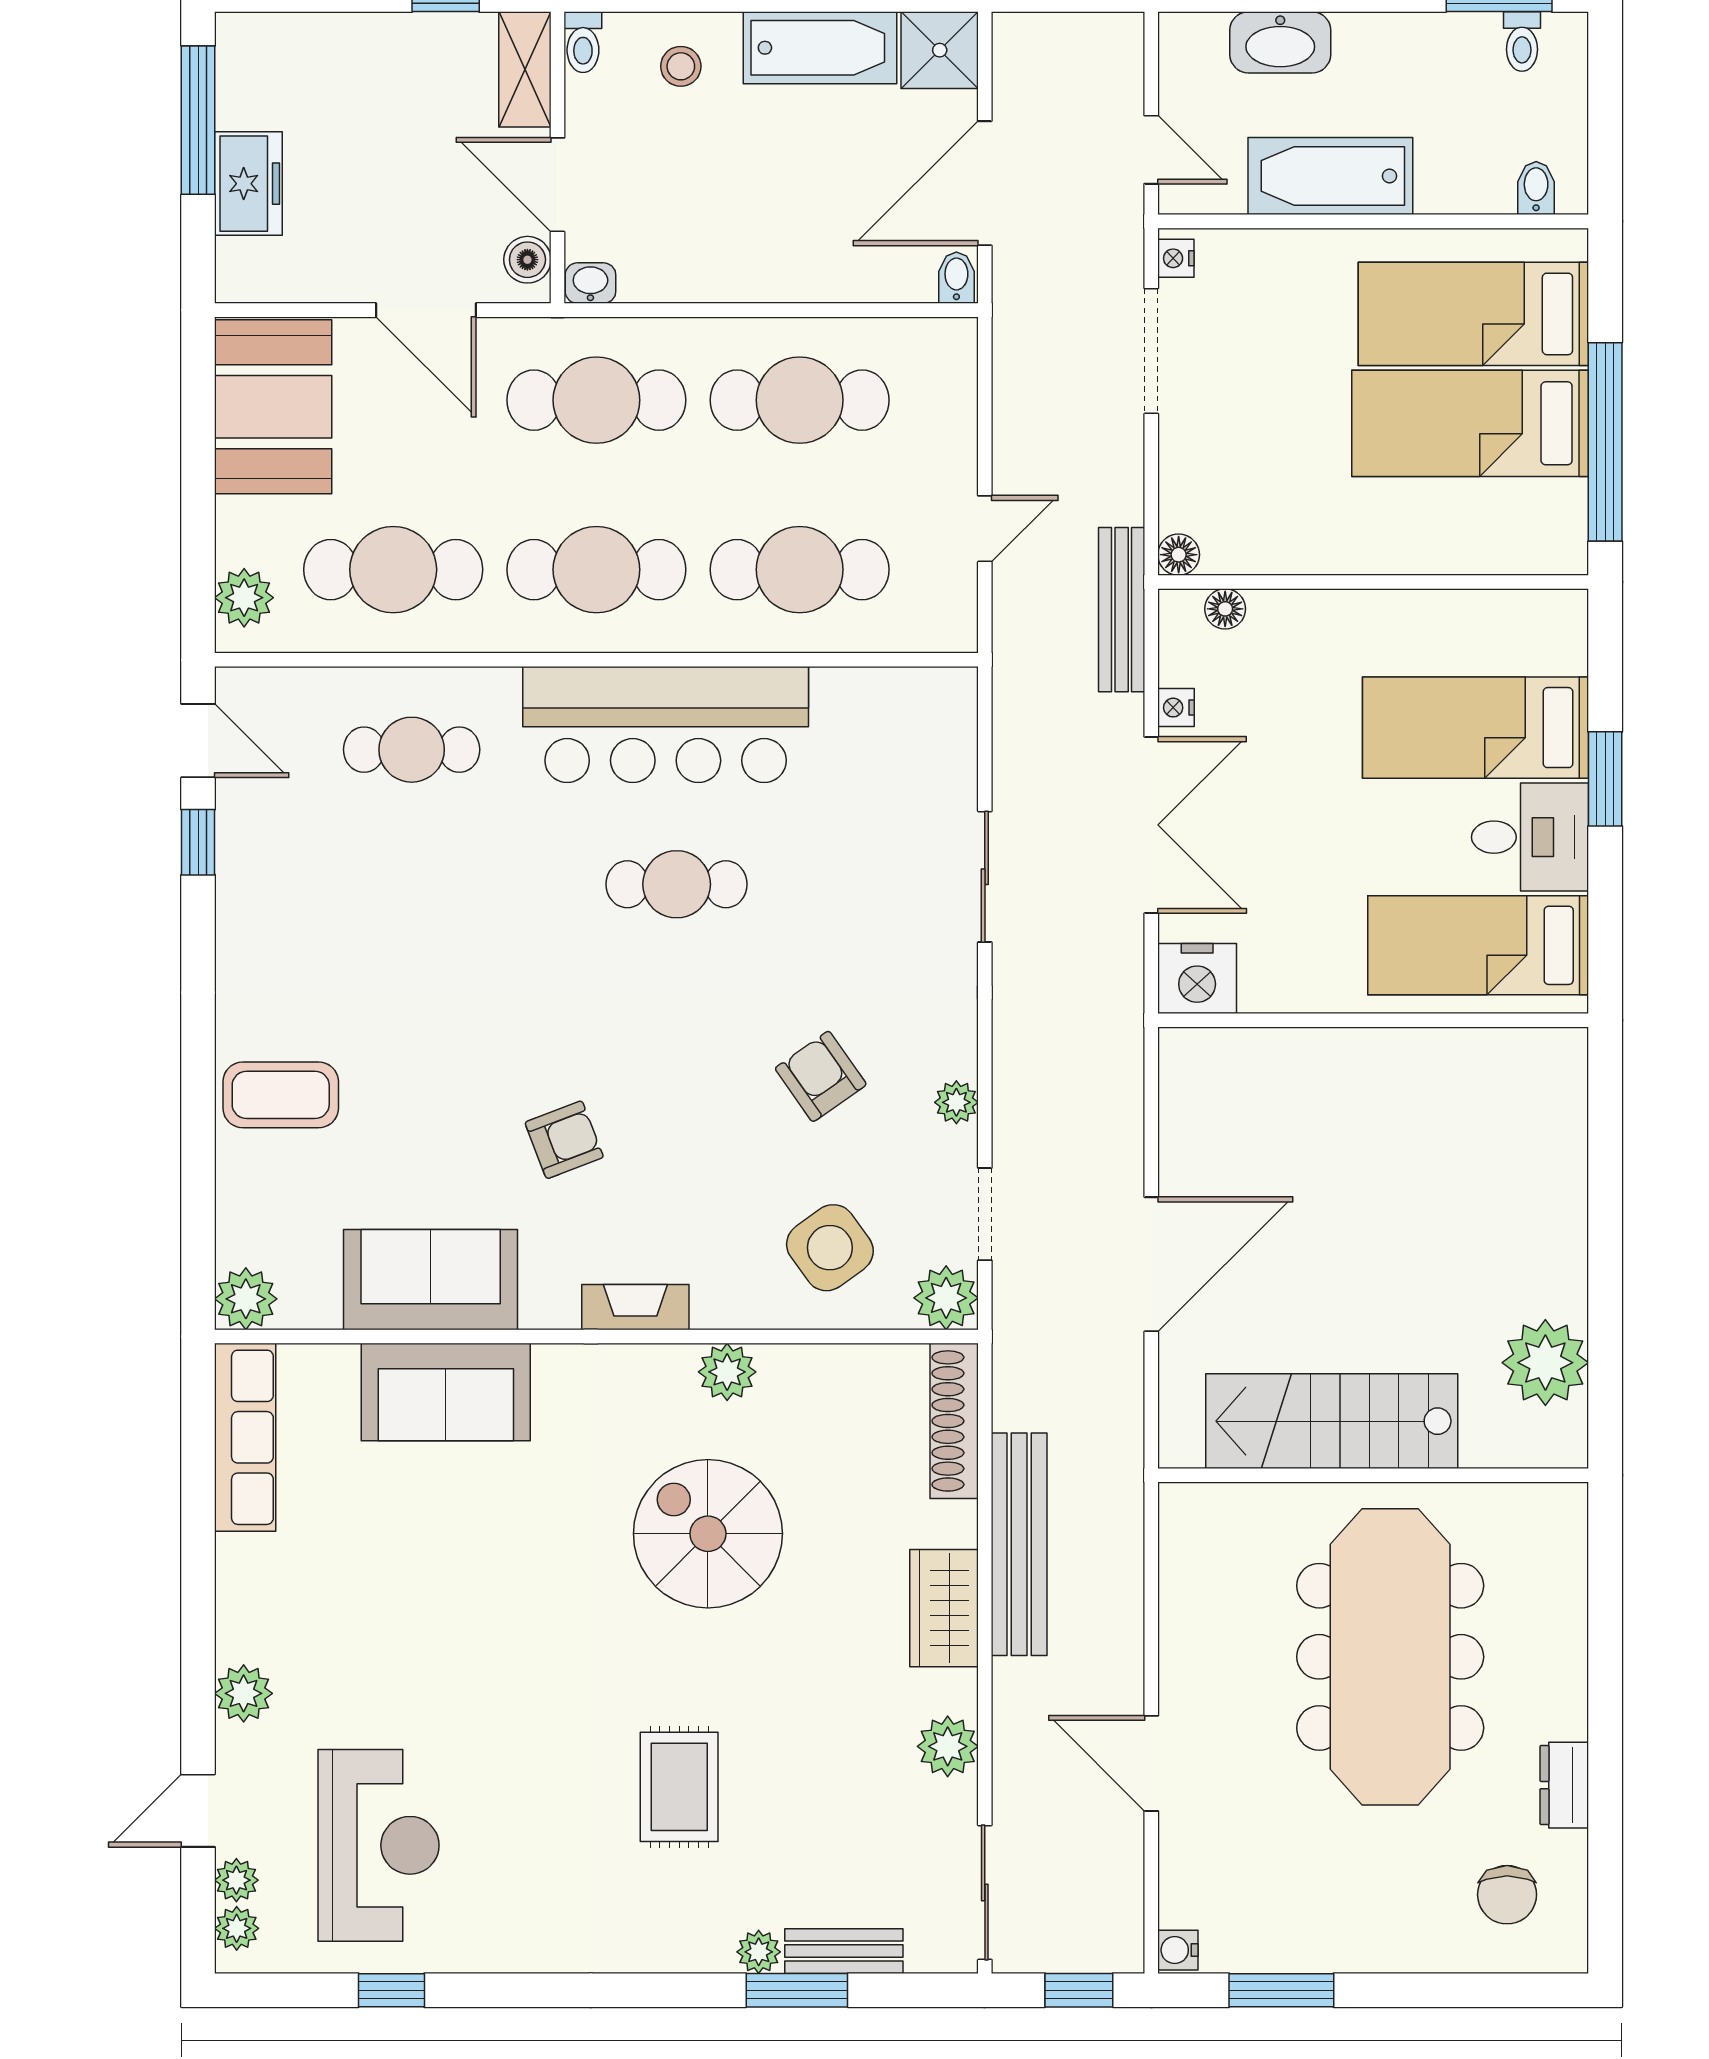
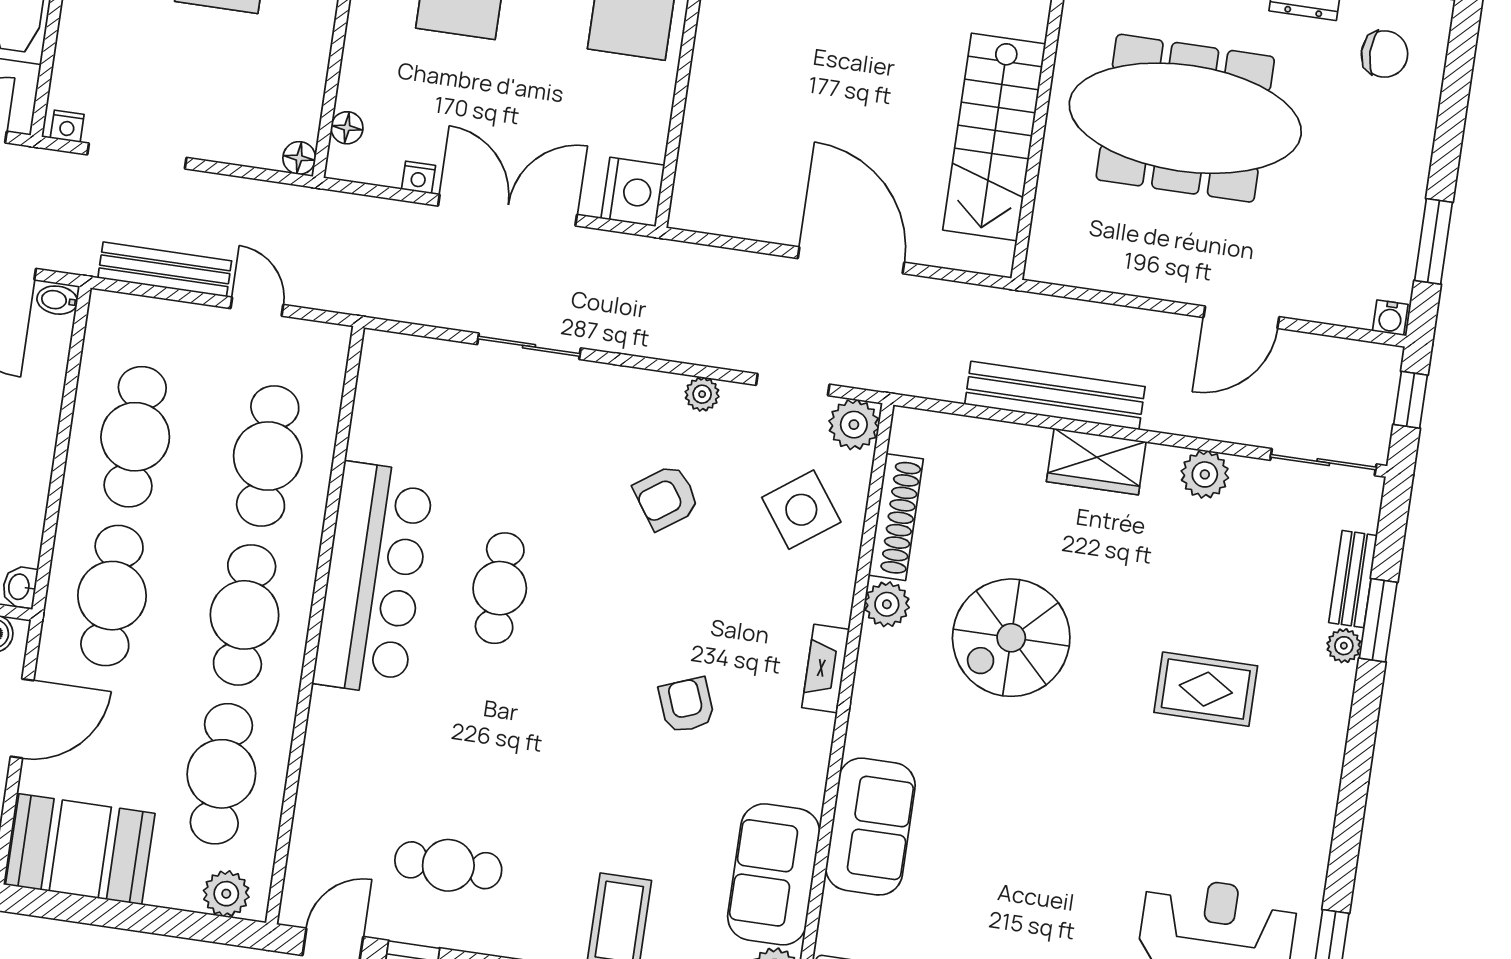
bench: (1122, 610) -> (165, 269), moved
cafe table: (412, 750) -> (448, 865), moved, turned 90
sofa: (431, 1280) -> (774, 874), moved
shoe rack: (954, 1421) -> (896, 517), moved, turned -90

